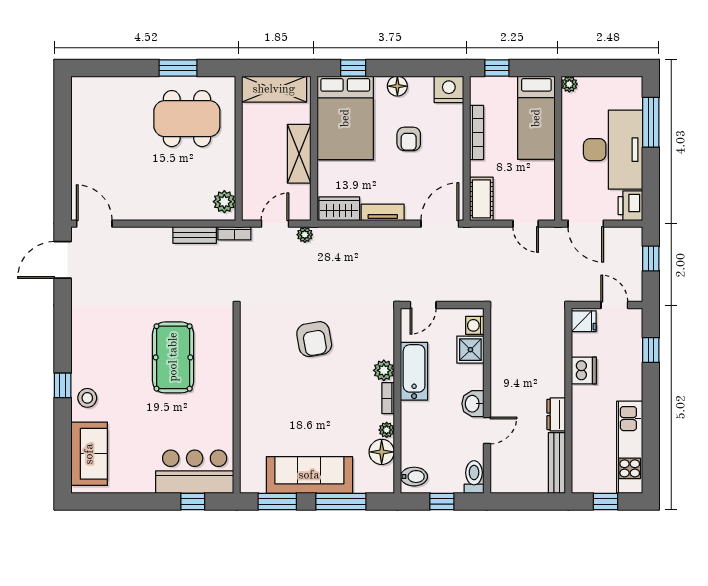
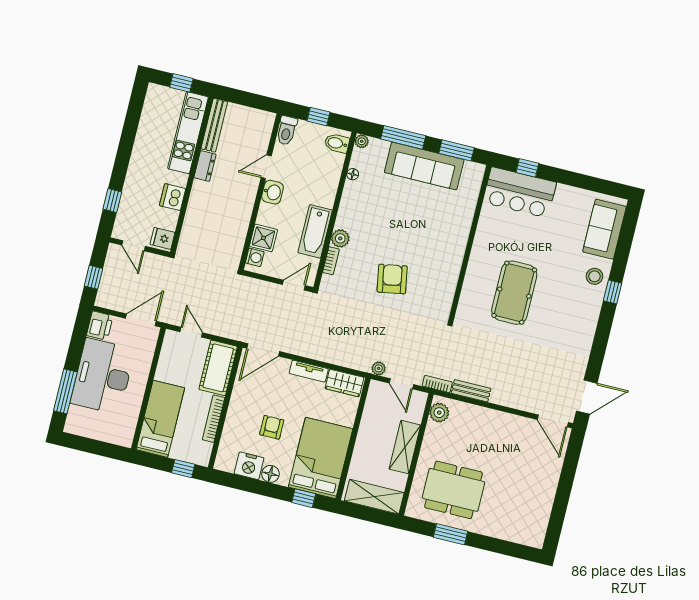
plant: (569, 84) -> (126, 440), removed
nightstand: (449, 89) -> (249, 466), moved
shelving: (299, 154) -> (405, 447), moved
cot: (481, 199) -> (218, 368), width x1.37, depth x1.34
door: (275, 224) -> (401, 384), hinge flipped
door: (586, 224) -> (141, 320), hinge flipped
bookcase: (388, 398) -> (331, 261), moved
plant: (387, 430) -> (362, 141), moved
kitchen unit: (630, 447) -> (188, 133), moved, turned 180
floor lamp: (382, 452) -> (353, 174), width x0.53, depth x0.53

